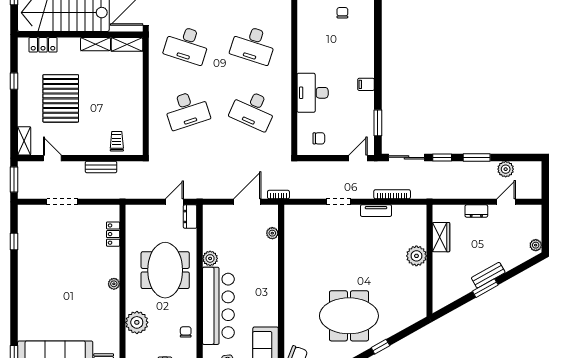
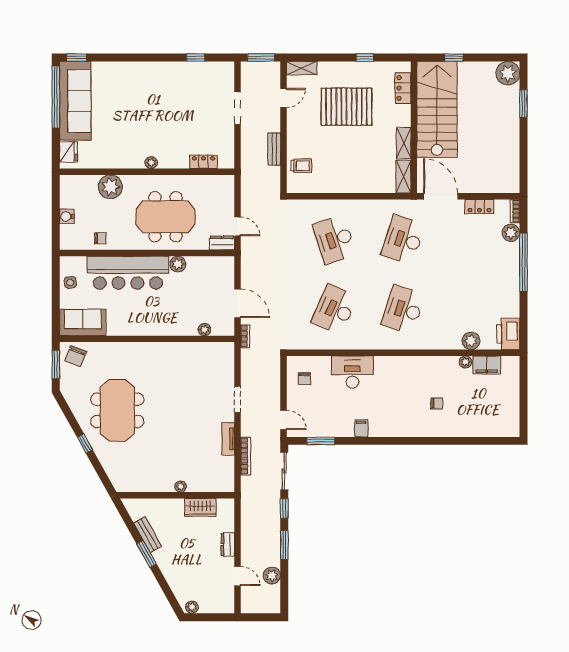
plant: (416, 256) -> (181, 487), width x0.53, depth x0.53
bench: (488, 275) -> (148, 535), moved

